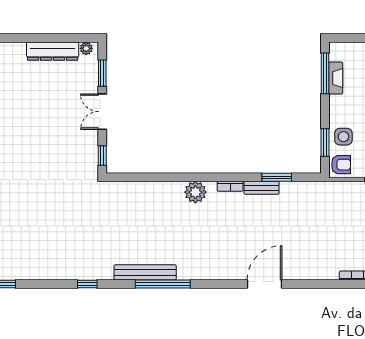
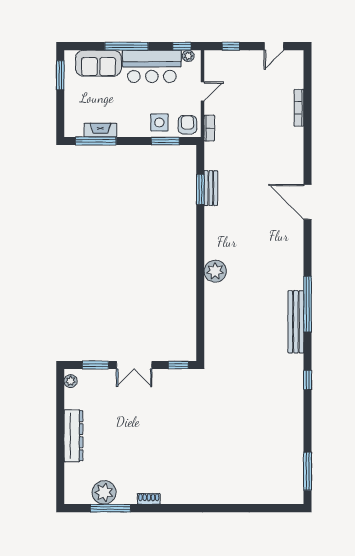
dresser: (53, 51) -> (73, 436), moved
bookcase: (230, 186) -> (209, 128), moved
bench: (262, 188) -> (211, 188), moved

